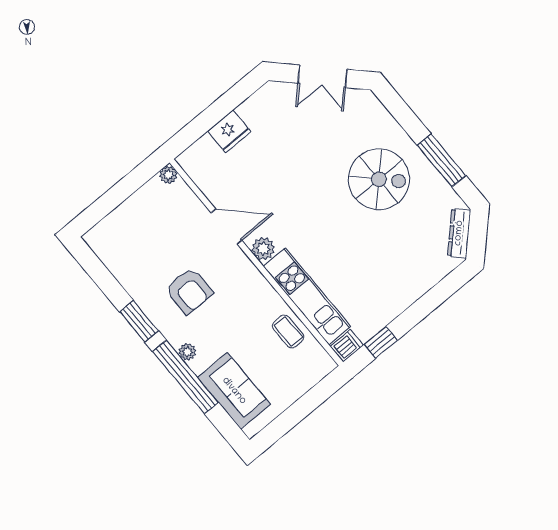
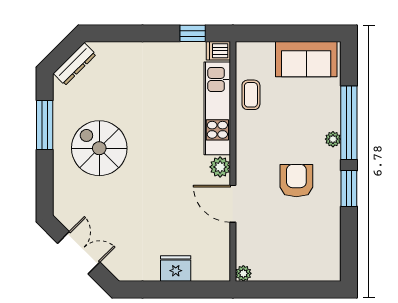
sofa: (234, 391) -> (306, 59), moved, turned -90

